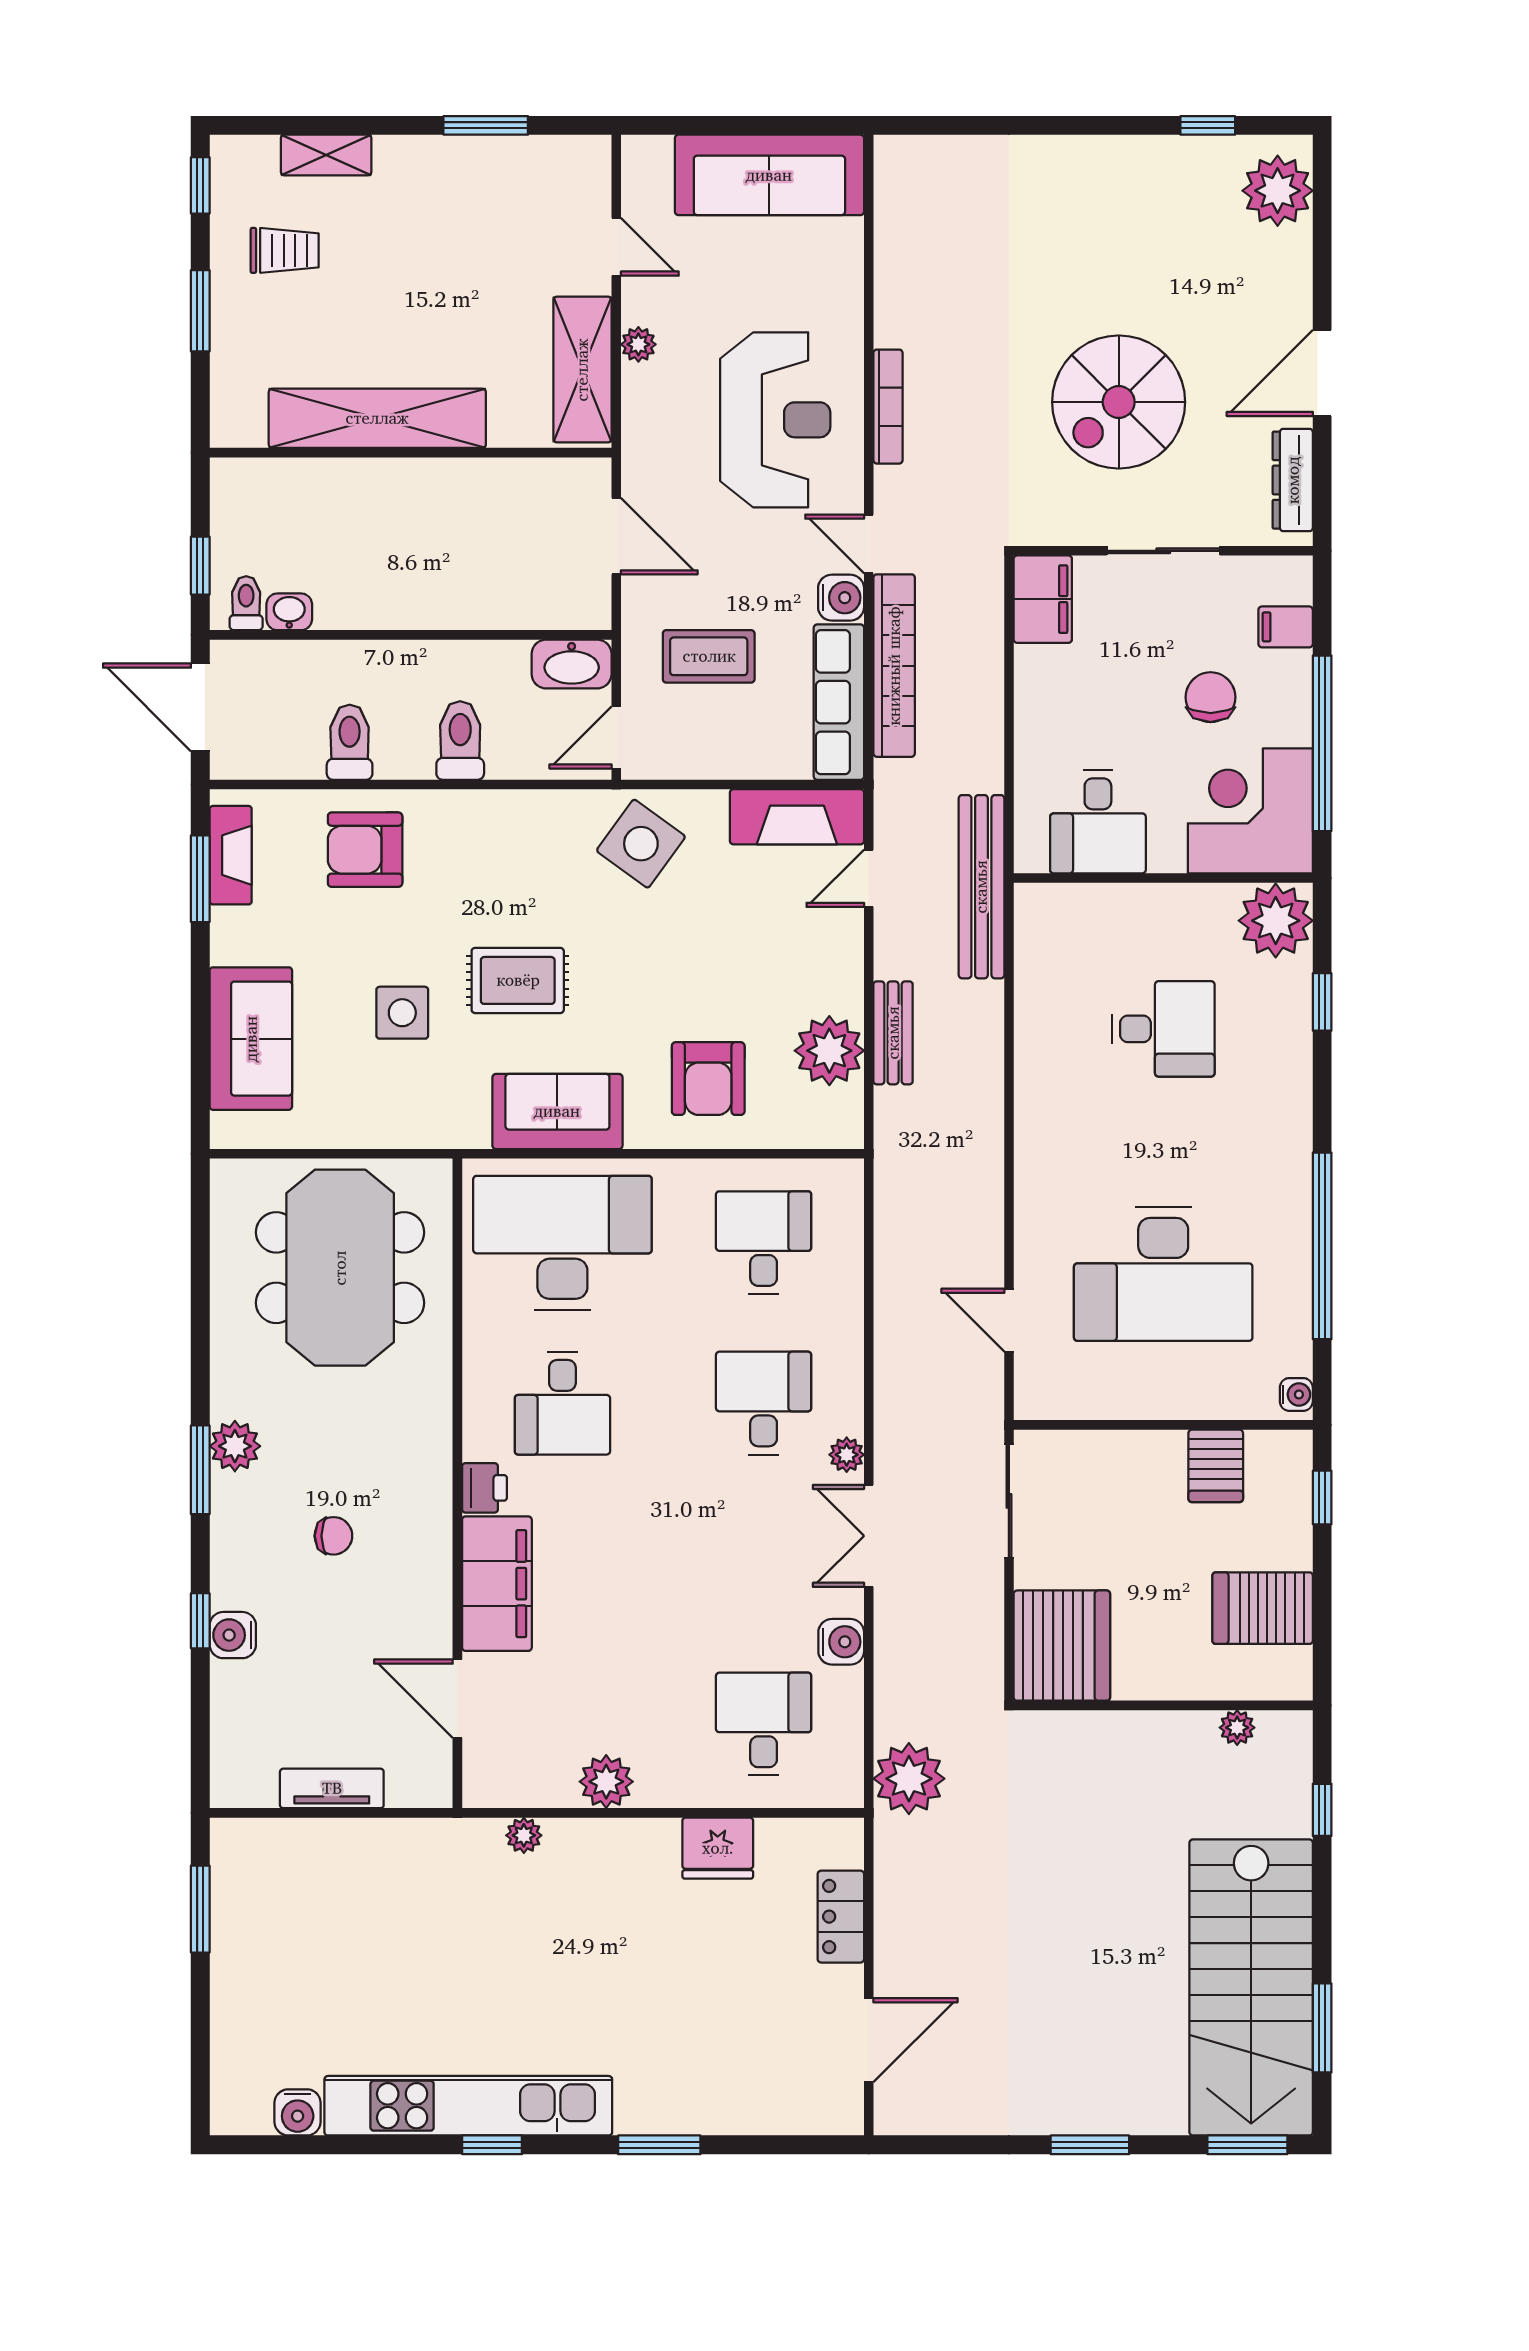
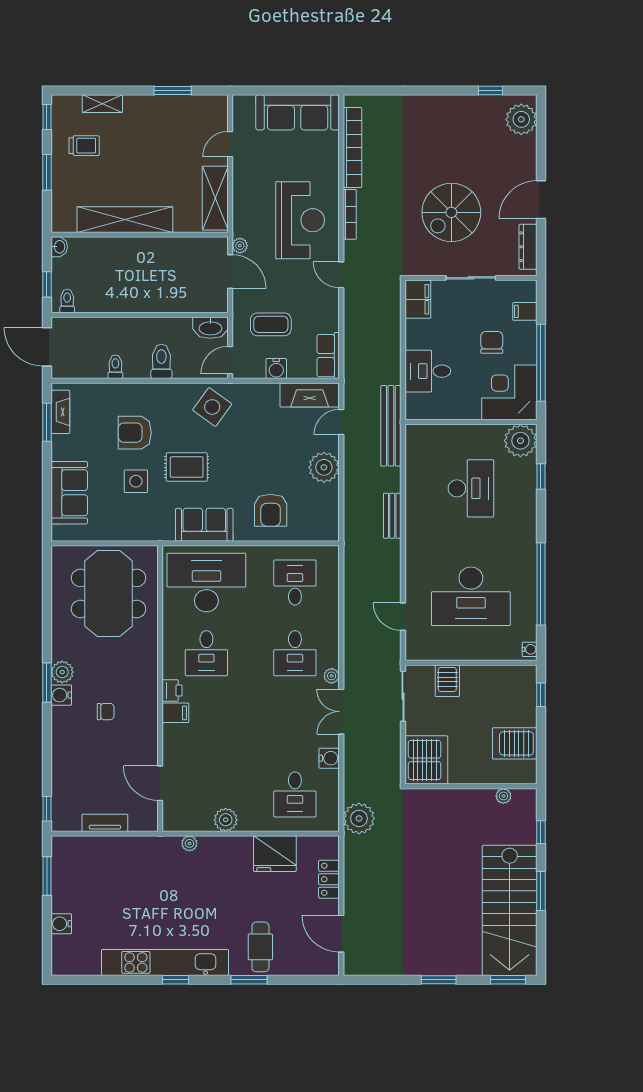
door: (616, 247) -> (230, 144), swing flipped
plant: (638, 344) -> (240, 246), moved
water cooler: (841, 598) -> (276, 369), moved, turned 90
washbasin: (289, 612) -> (59, 247), moved, turned 90
bookcase: (894, 666) -> (352, 147), moved
row of seats: (839, 702) -> (328, 356), width x0.68
toilet: (350, 742) -> (115, 367), width x0.73, depth x0.72
desk: (1098, 822) -> (428, 371), moved, turned 90
side table: (641, 844) -> (212, 407), moved
armchair: (365, 850) -> (135, 433), moved
desk: (1163, 1029) -> (471, 488), width x1.37
bench: (893, 1033) -> (392, 516), moved
plant: (829, 1051) -> (324, 467), moved
desk: (764, 1403) -> (295, 653), turned 180
server rack: (1216, 1466) -> (447, 681), moved
filing cabinet: (497, 1584) -> (175, 713), width x0.33, depth x0.86
window: (200, 1621) -> (47, 809), moved
water cooler: (233, 1635) -> (61, 695), moved
desk: (764, 1724) -> (295, 794), turned 180
fridge: (718, 1848) -> (275, 854), width x1.36, depth x1.34
window: (1322, 2028) -> (541, 891), moved
door: (869, 2040) -> (341, 934), swing flipped
cafe table: (685, 2070) -> (260, 947), added
water cooler: (298, 2112) -> (61, 924), moved, turned 90

